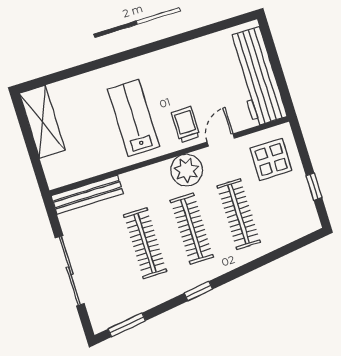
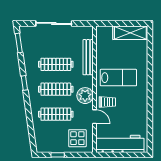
bench: (87, 195) -> (88, 57), moved

